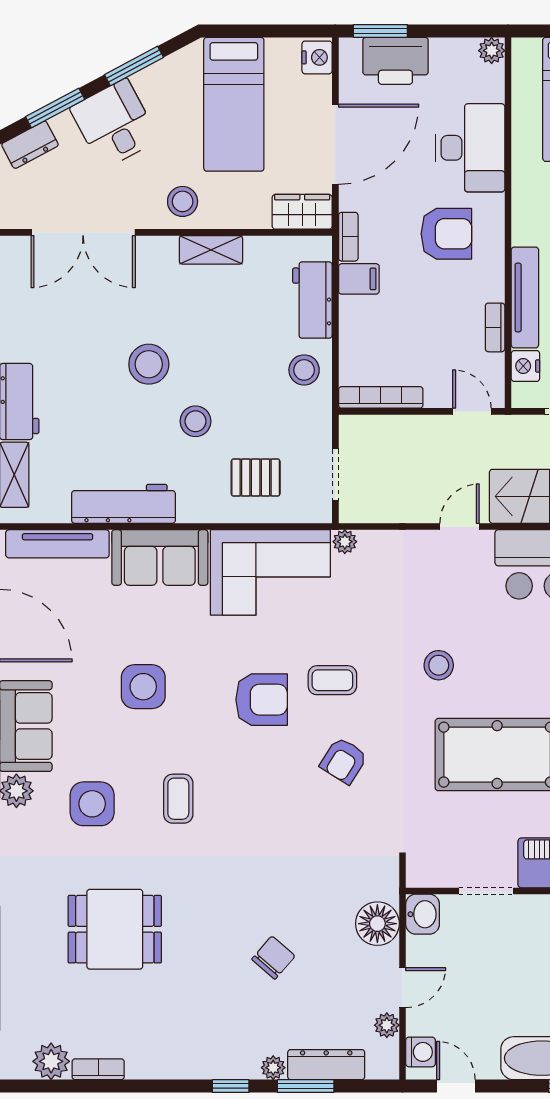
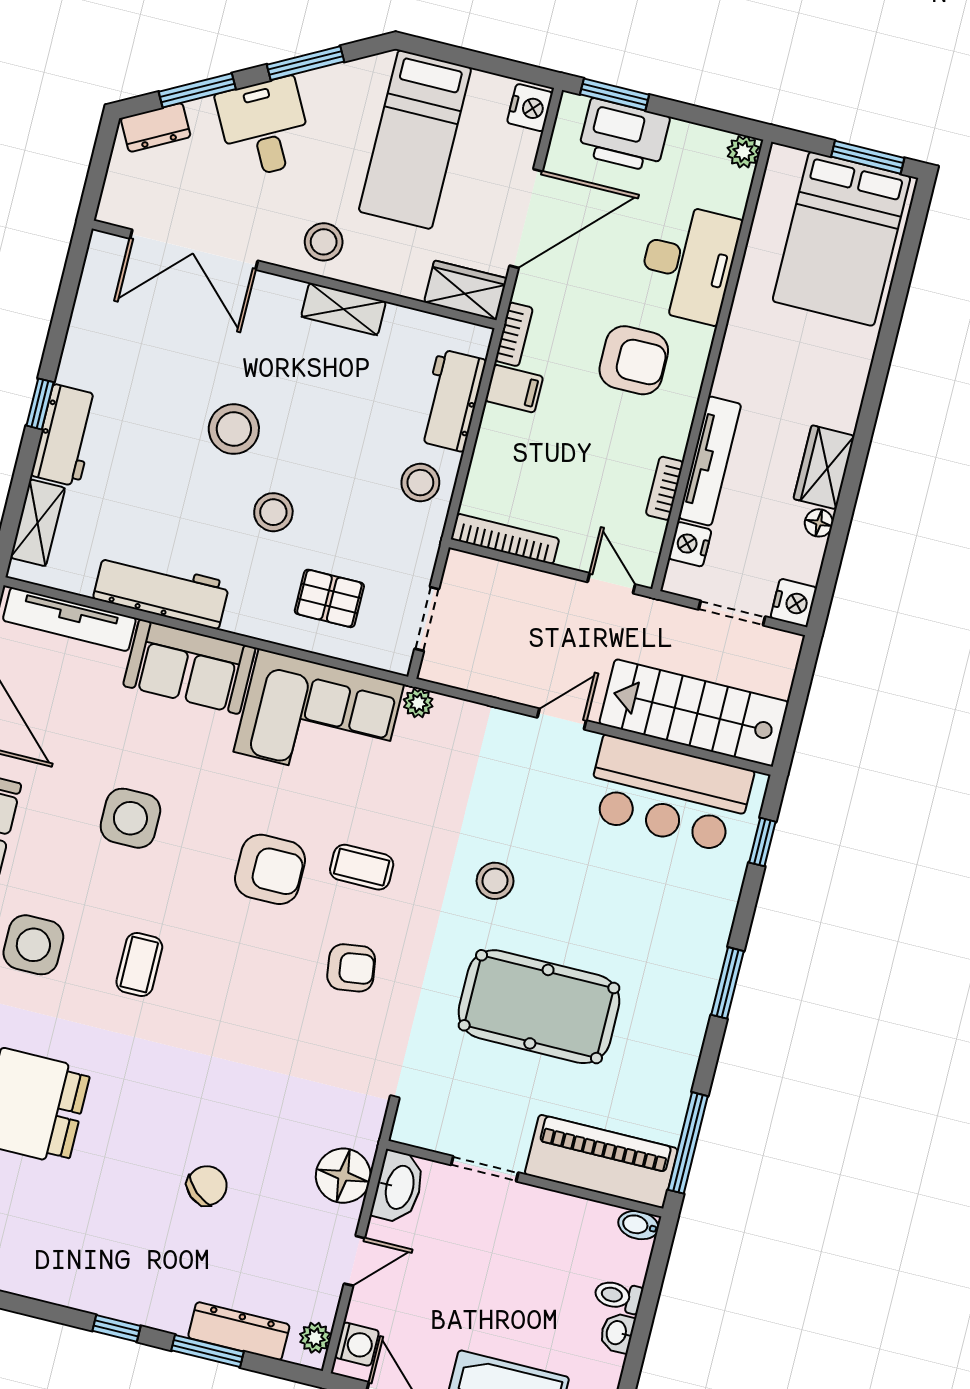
armchair: (344, 761) -> (351, 968), turned -130
washbasin: (423, 914) -> (398, 1187), width x1.38
plant: (387, 1025) -> (315, 1338), moved
plant: (273, 1068) -> (174, 1319), removed

